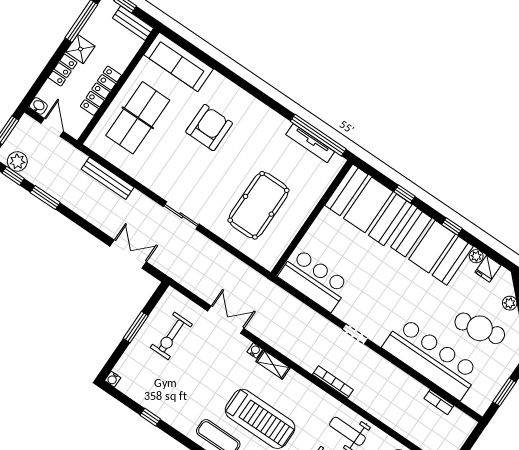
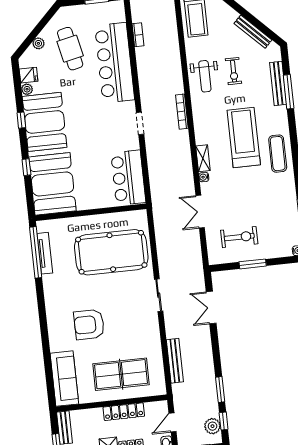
pool table: (258, 205) -> (111, 252), width x1.36, depth x1.32

